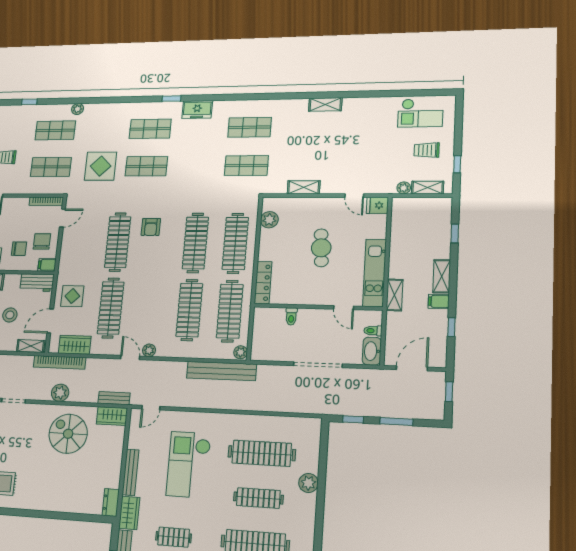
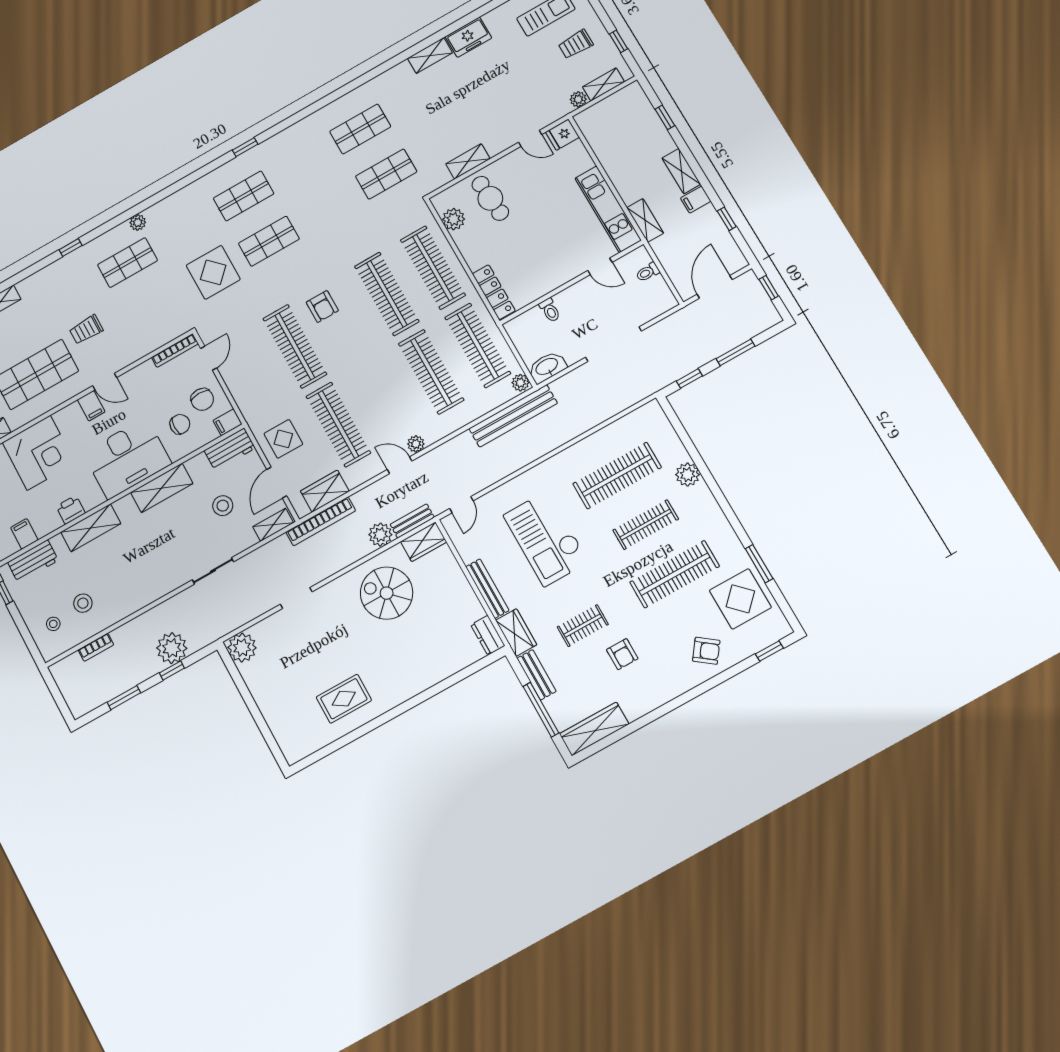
freezer: (197, 110) -> (468, 37), moved
shop shelf: (51, 167) -> (152, 308), removed
chair: (42, 241) -> (202, 399), turned 180
cafe table: (321, 248) -> (490, 198), moved
washbasin: (372, 351) -> (547, 367), moved, turned 90
plant: (60, 393) -> (380, 535), moved

